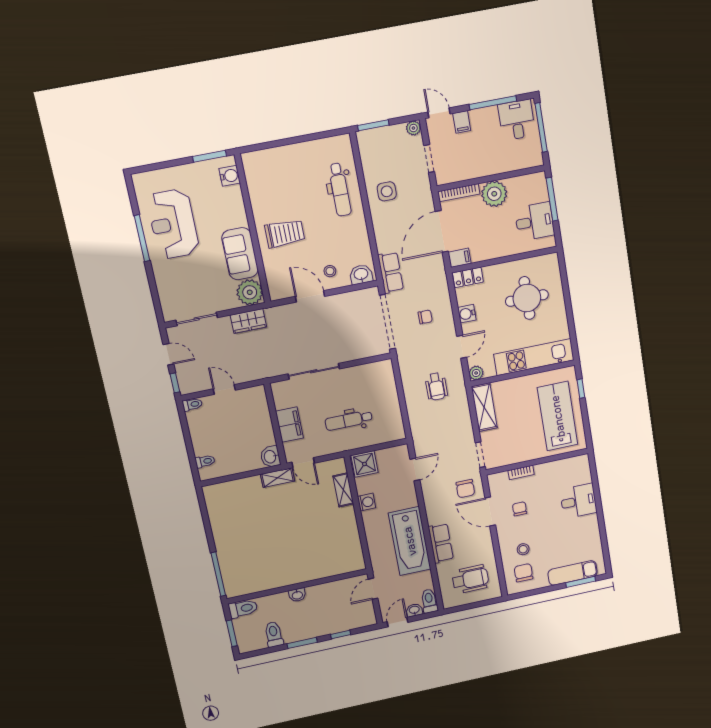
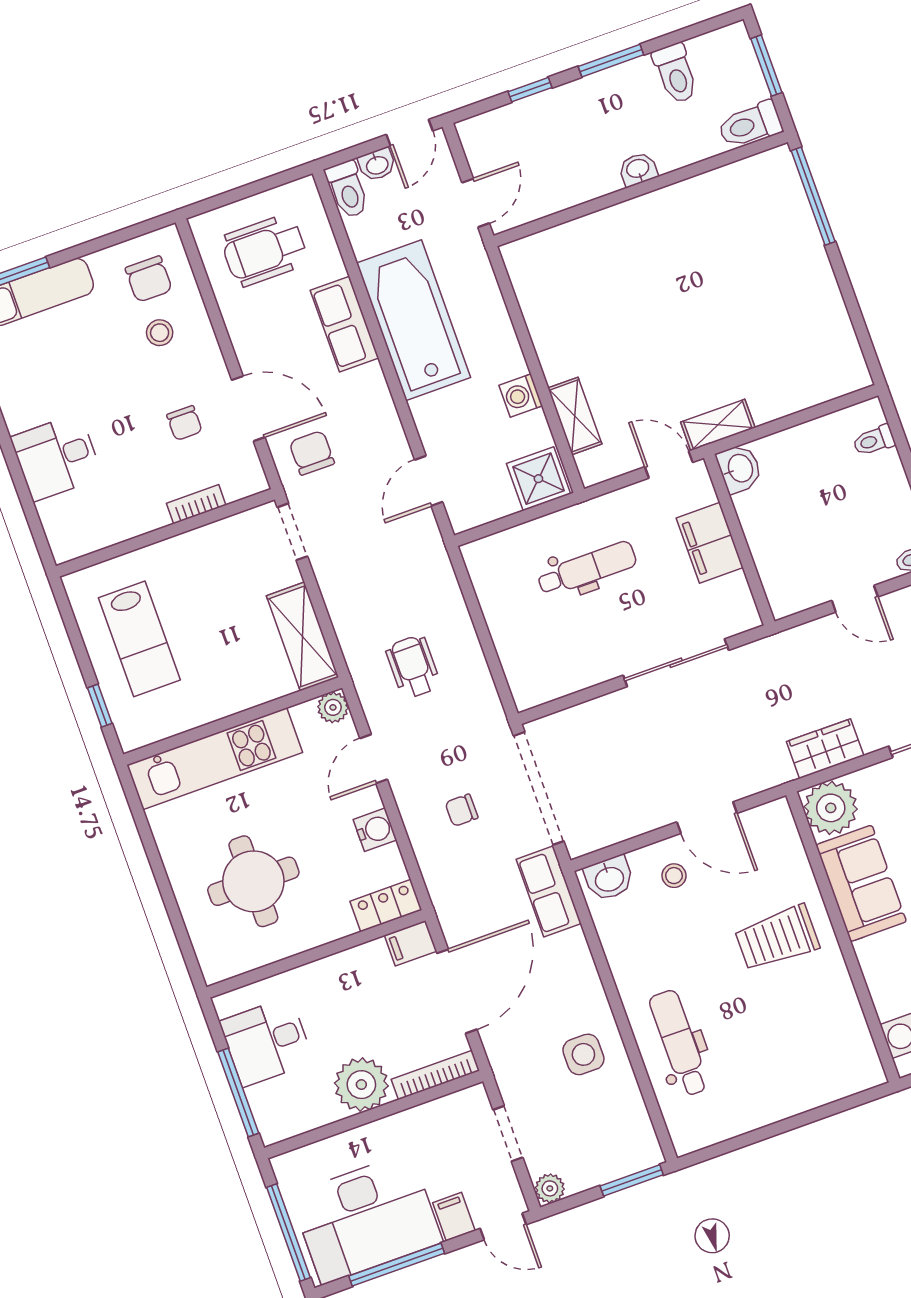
desk: (517, 120) -> (366, 1218), width x1.87, depth x1.30
lab bench: (558, 416) -> (139, 639), width x0.73, depth x0.72

